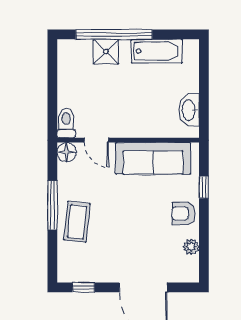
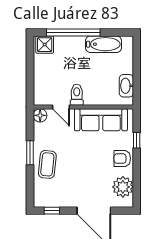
shower: (106, 52) -> (45, 45), moved
toilet: (66, 123) -> (77, 95), moved
window: (52, 205) -> (30, 153), width x0.69
plant: (191, 247) -> (123, 187), width x1.88, depth x1.88

